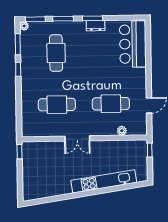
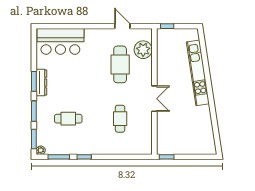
dresser: (96, 26) -> (41, 83), width x1.44
cafe table: (56, 53) -> (68, 119), width x0.73, depth x0.74
cafe table: (57, 105) -> (120, 119), width x0.73, depth x0.74
plant: (122, 131) -> (143, 50), width x1.88, depth x1.88

